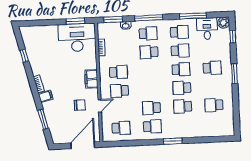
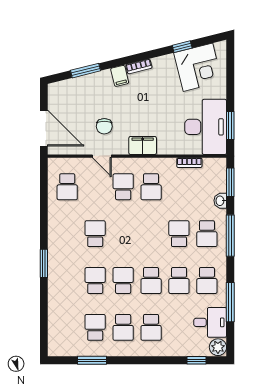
corner desk: (38, 44) -> (198, 67), added
window: (234, 74) -> (92, 360), moved
school desk: (152, 127) -> (123, 327), moved

